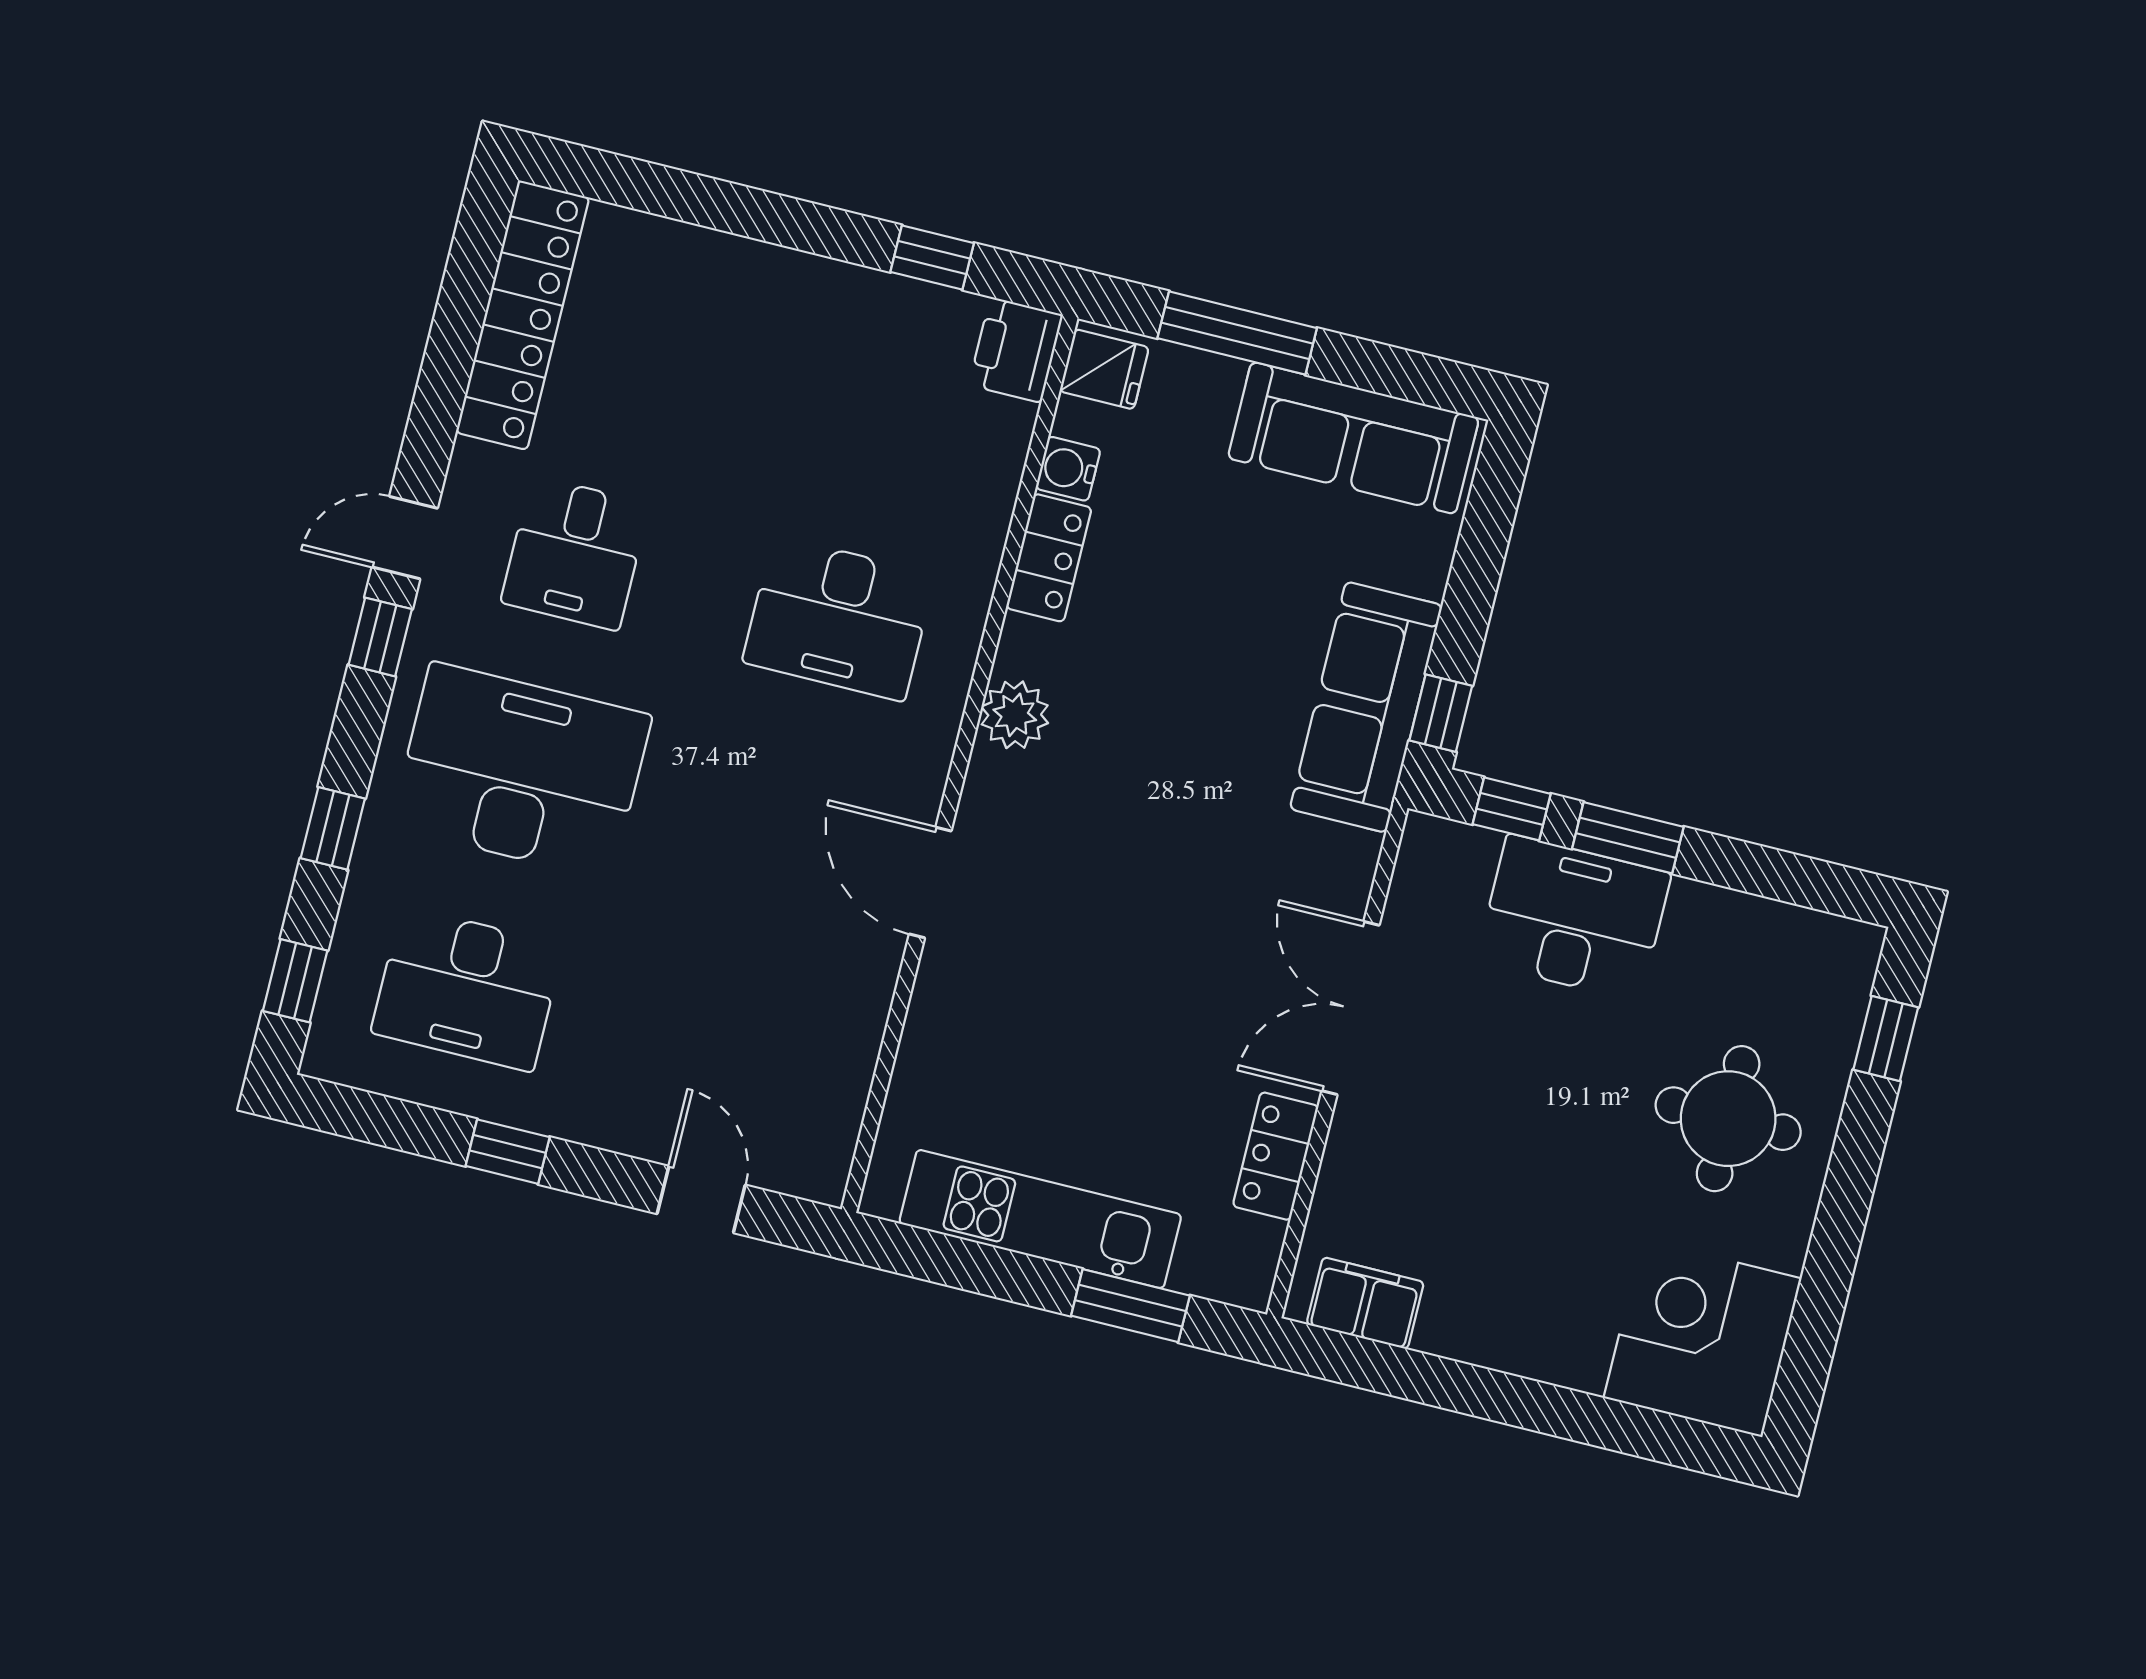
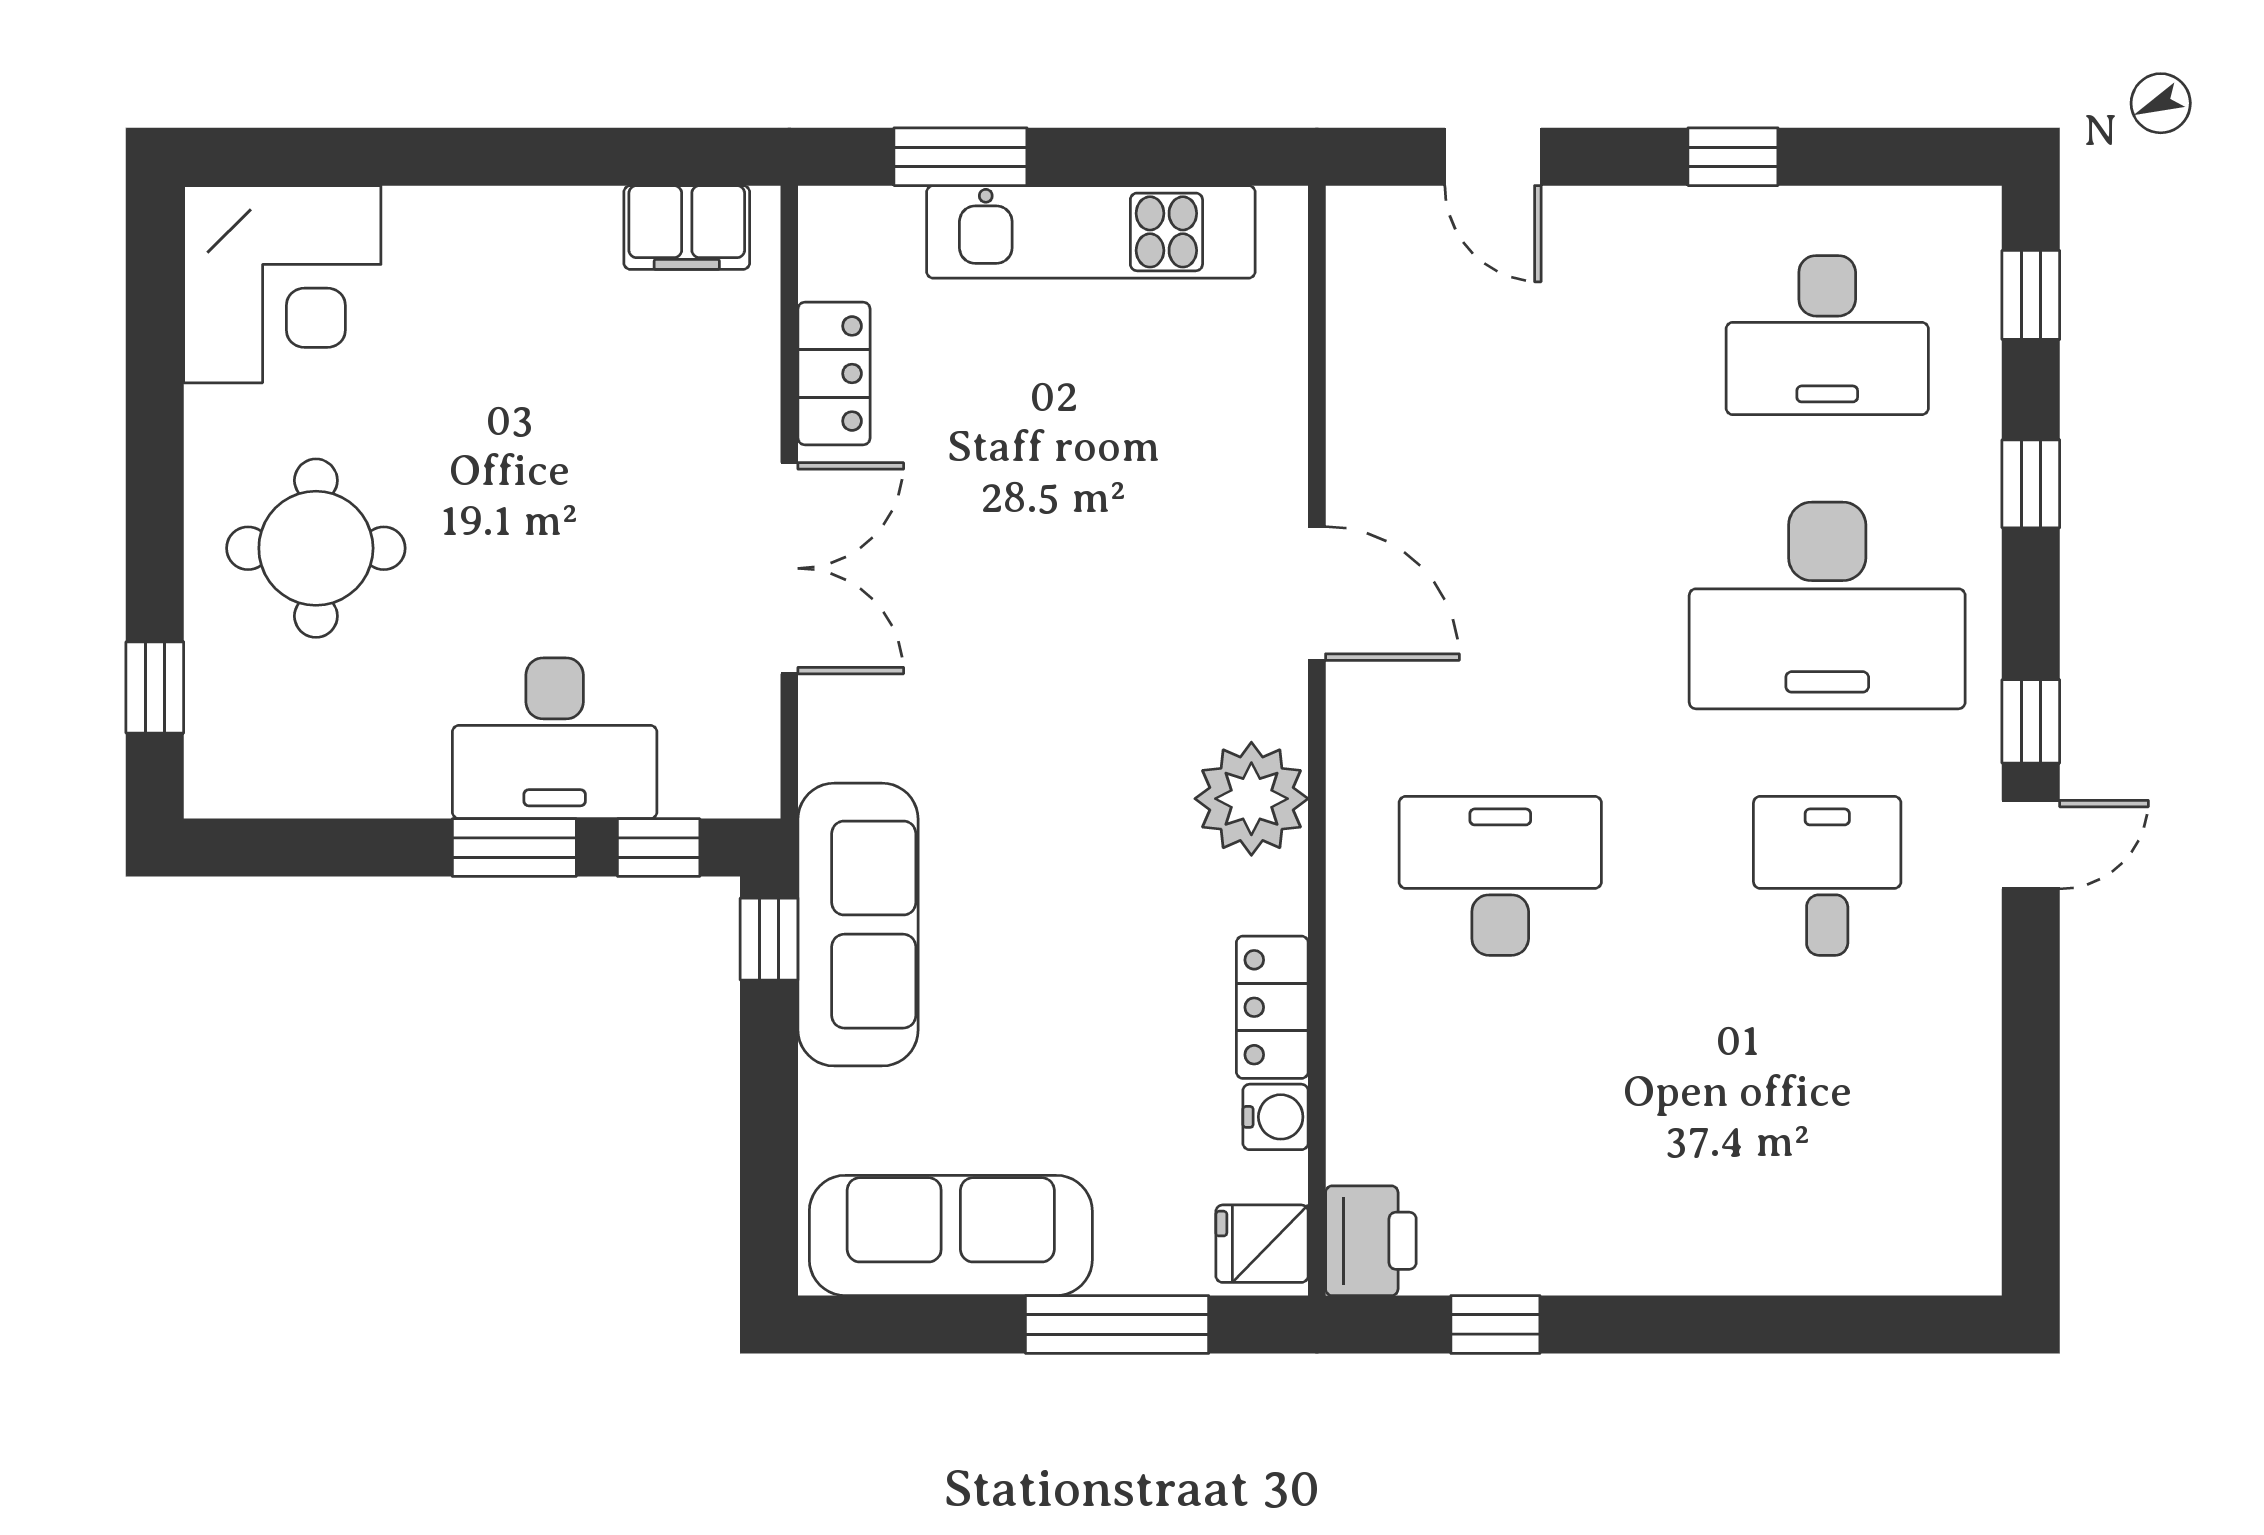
locker: (523, 315) -> (1958, 1139), removed
plant: (1015, 715) -> (1251, 799), width x1.36, depth x1.36
desk: (467, 989) -> (1827, 335), turned 180

